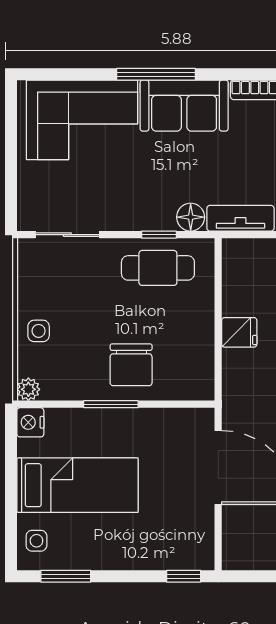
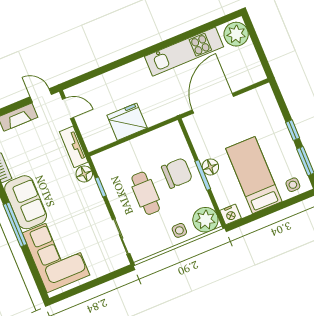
cafe table: (158, 268) -> (146, 193), moved
fridge: (239, 332) -> (127, 122), width x1.88, depth x1.34
plant: (28, 389) -> (205, 220), width x1.88, depth x1.88
floor lamp: (119, 422) -> (210, 167), added
window: (184, 576) -> (293, 130), moved

